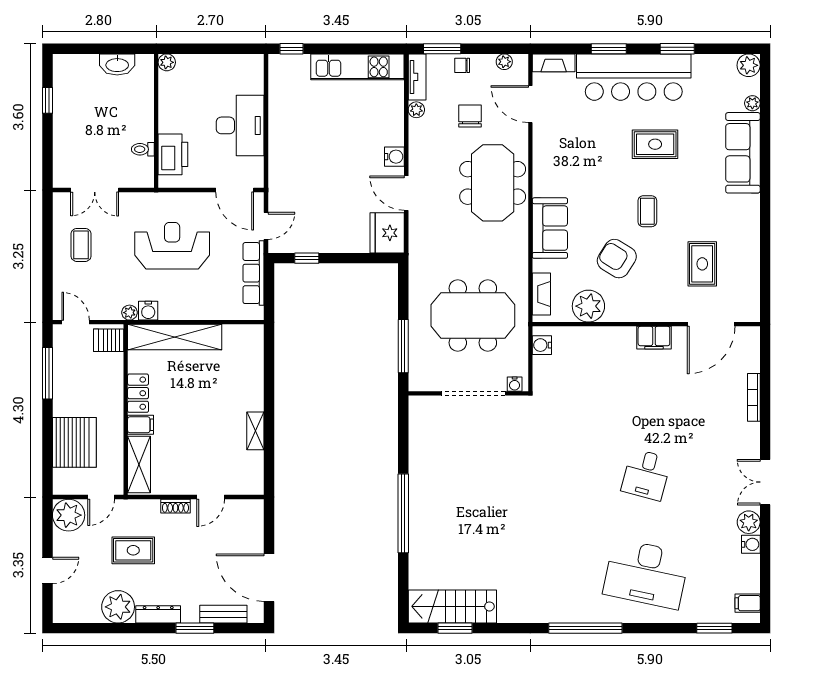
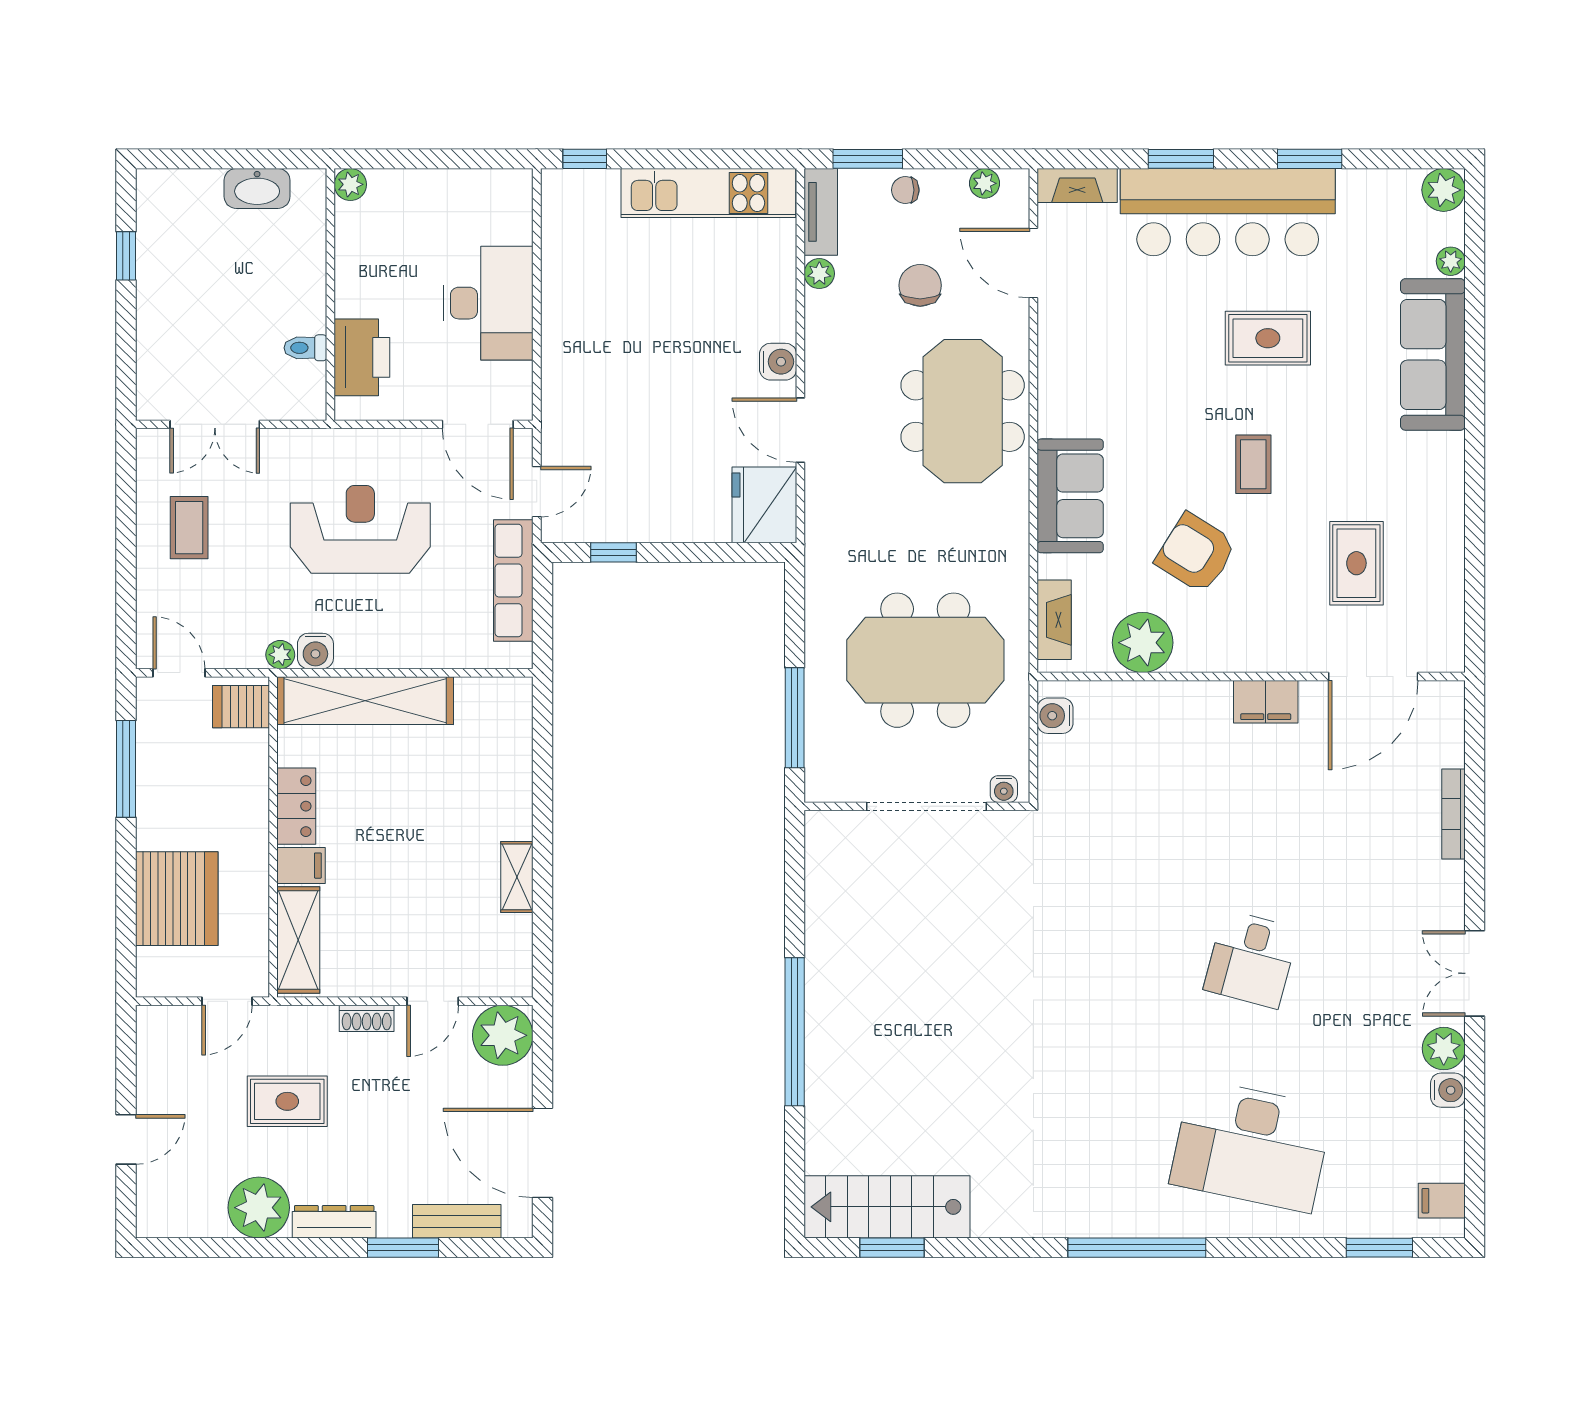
plant: (69, 515) -> (503, 1035), moved

